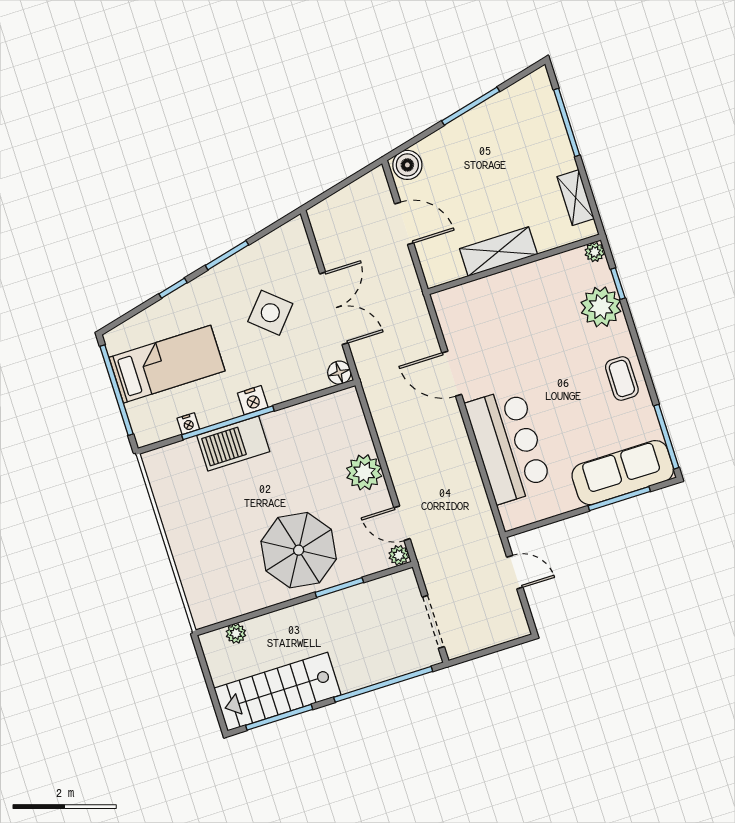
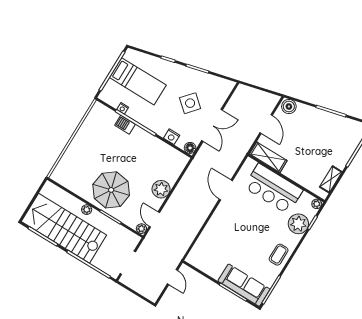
shelving: (498, 251) -> (268, 157), moved
nightstand: (253, 400) -> (172, 137), moved
barbecue: (233, 444) -> (125, 125), width x0.53, depth x0.65
bar counter: (508, 445) -> (273, 189), moved, turned 90
plant: (236, 633) -> (87, 210), moved
stairs: (277, 692) -> (64, 228), width x1.36, depth x1.51

